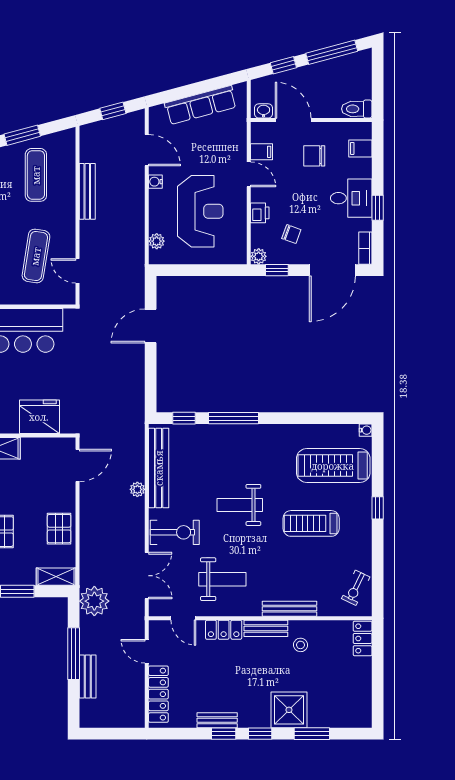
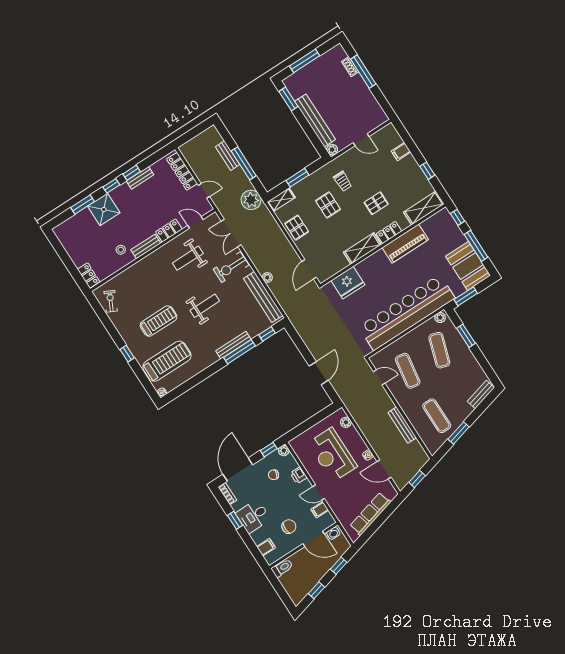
window: (332, 52) -> (316, 590), width x0.46
bench: (290, 609) -> (233, 345), moved

